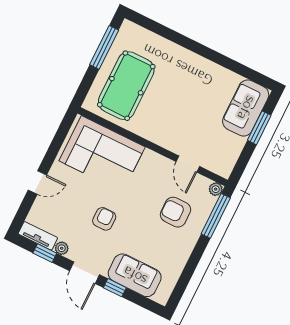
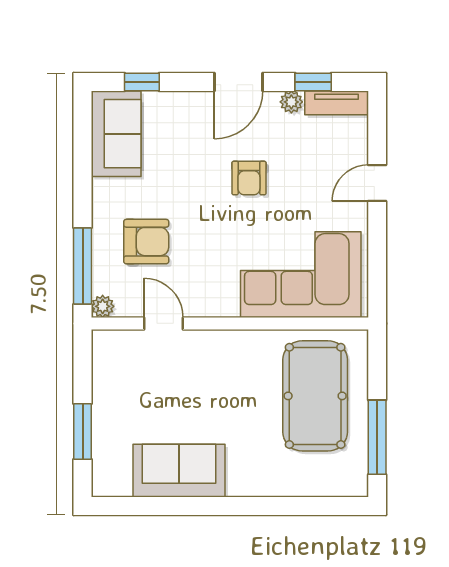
sofa: (246, 108) -> (179, 471), moved, turned -90
door: (84, 273) -> (238, 82), swing flipped
sofa: (135, 275) -> (116, 134), moved, turned -90
window: (115, 288) -> (142, 82), moved

